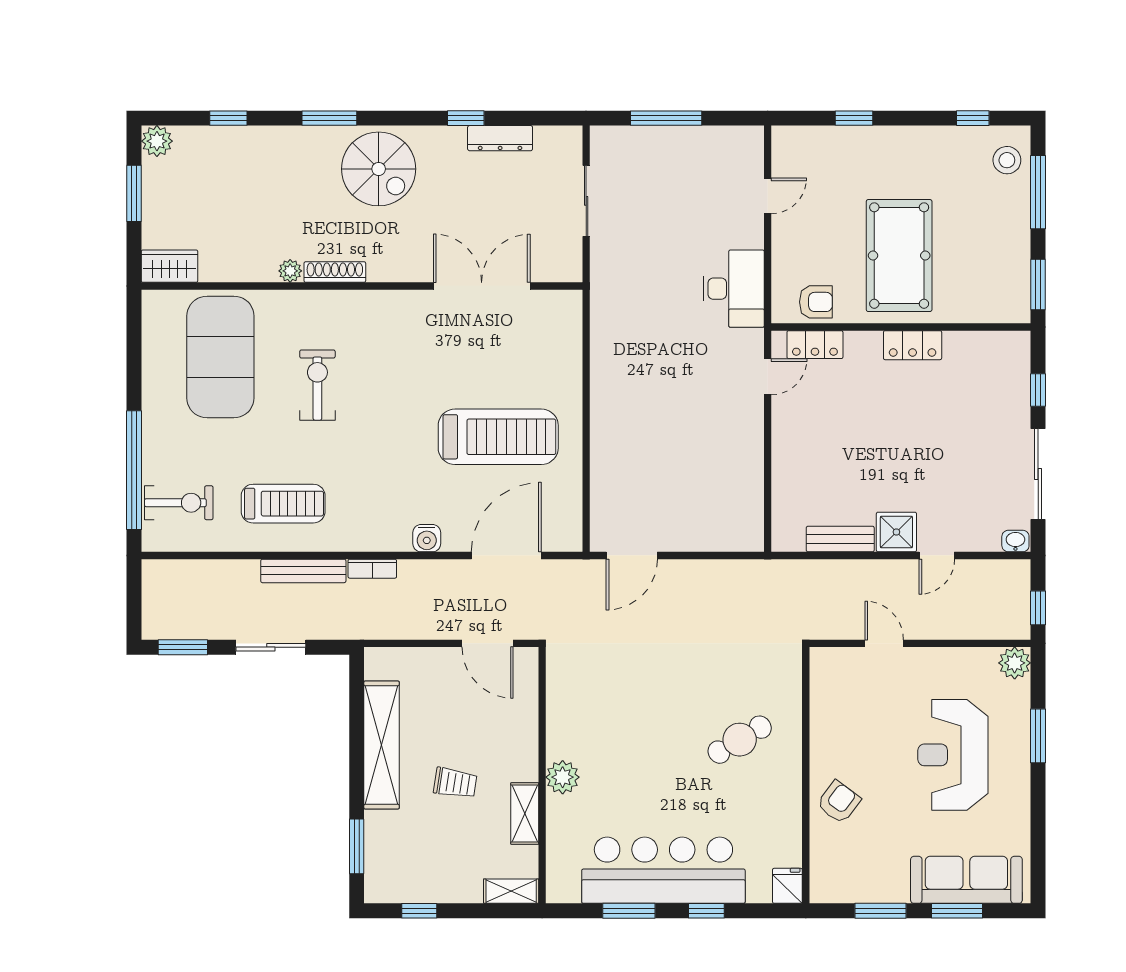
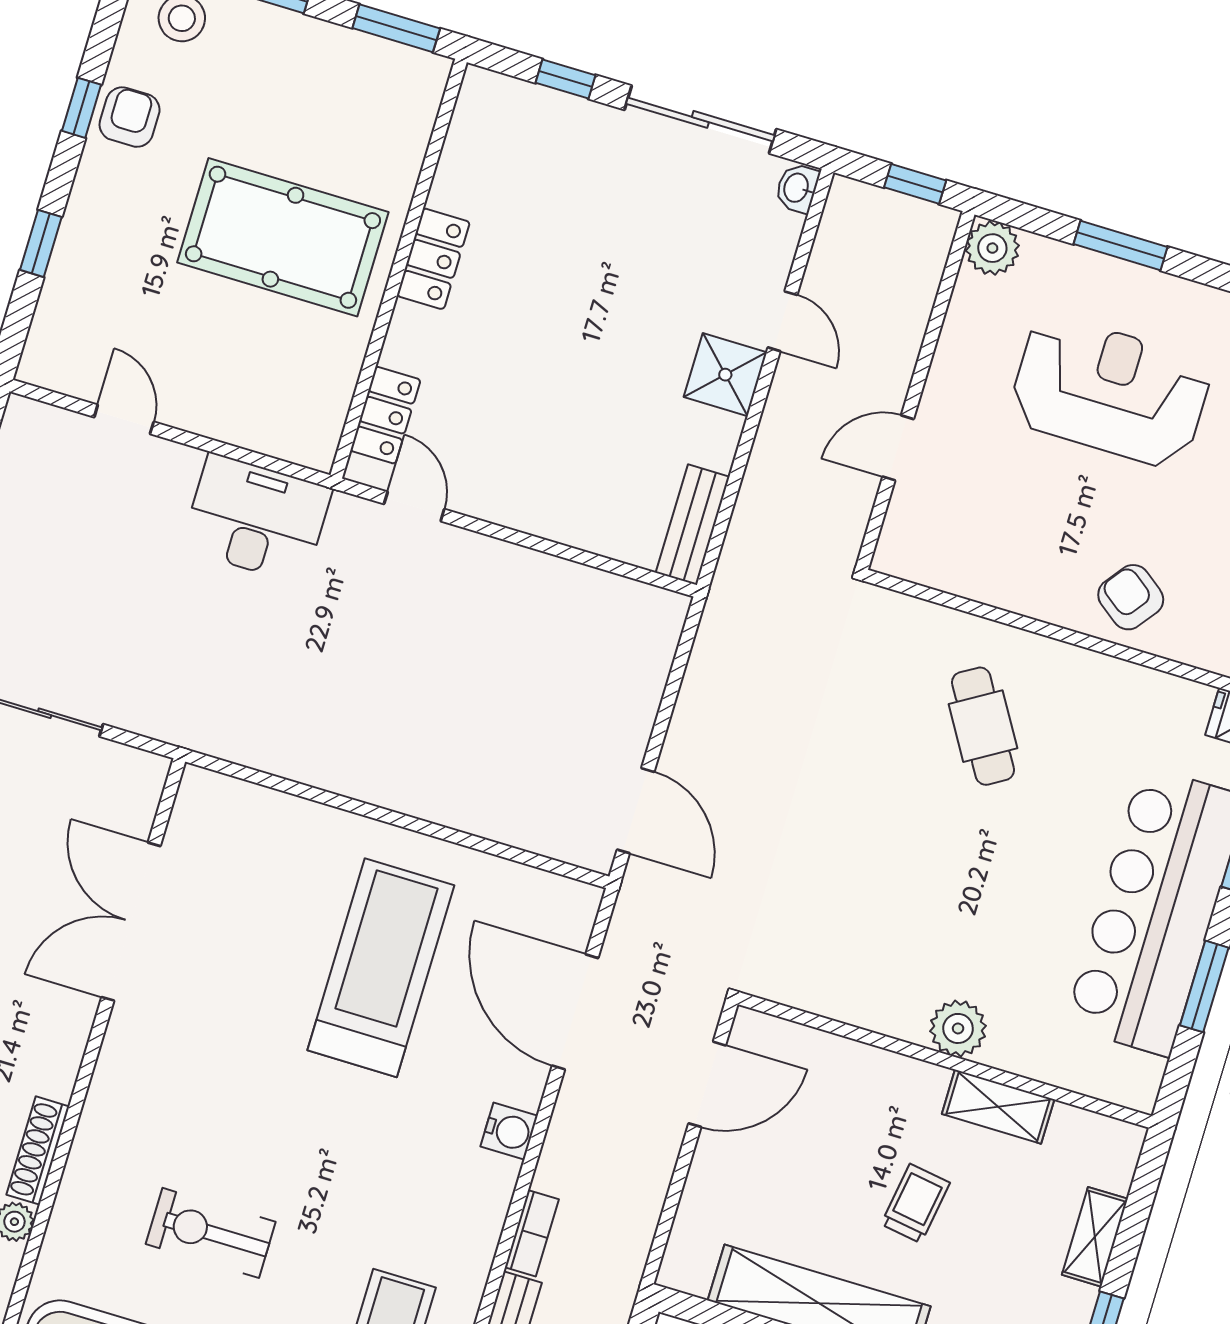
window: (973, 118) -> (81, 108), moved
armchair: (816, 302) -> (130, 117), moved
bench: (840, 539) -> (693, 525), moved
reception desk: (953, 755) -> (1110, 391), turned 180
shelving: (511, 891) -> (1095, 1237), moved

